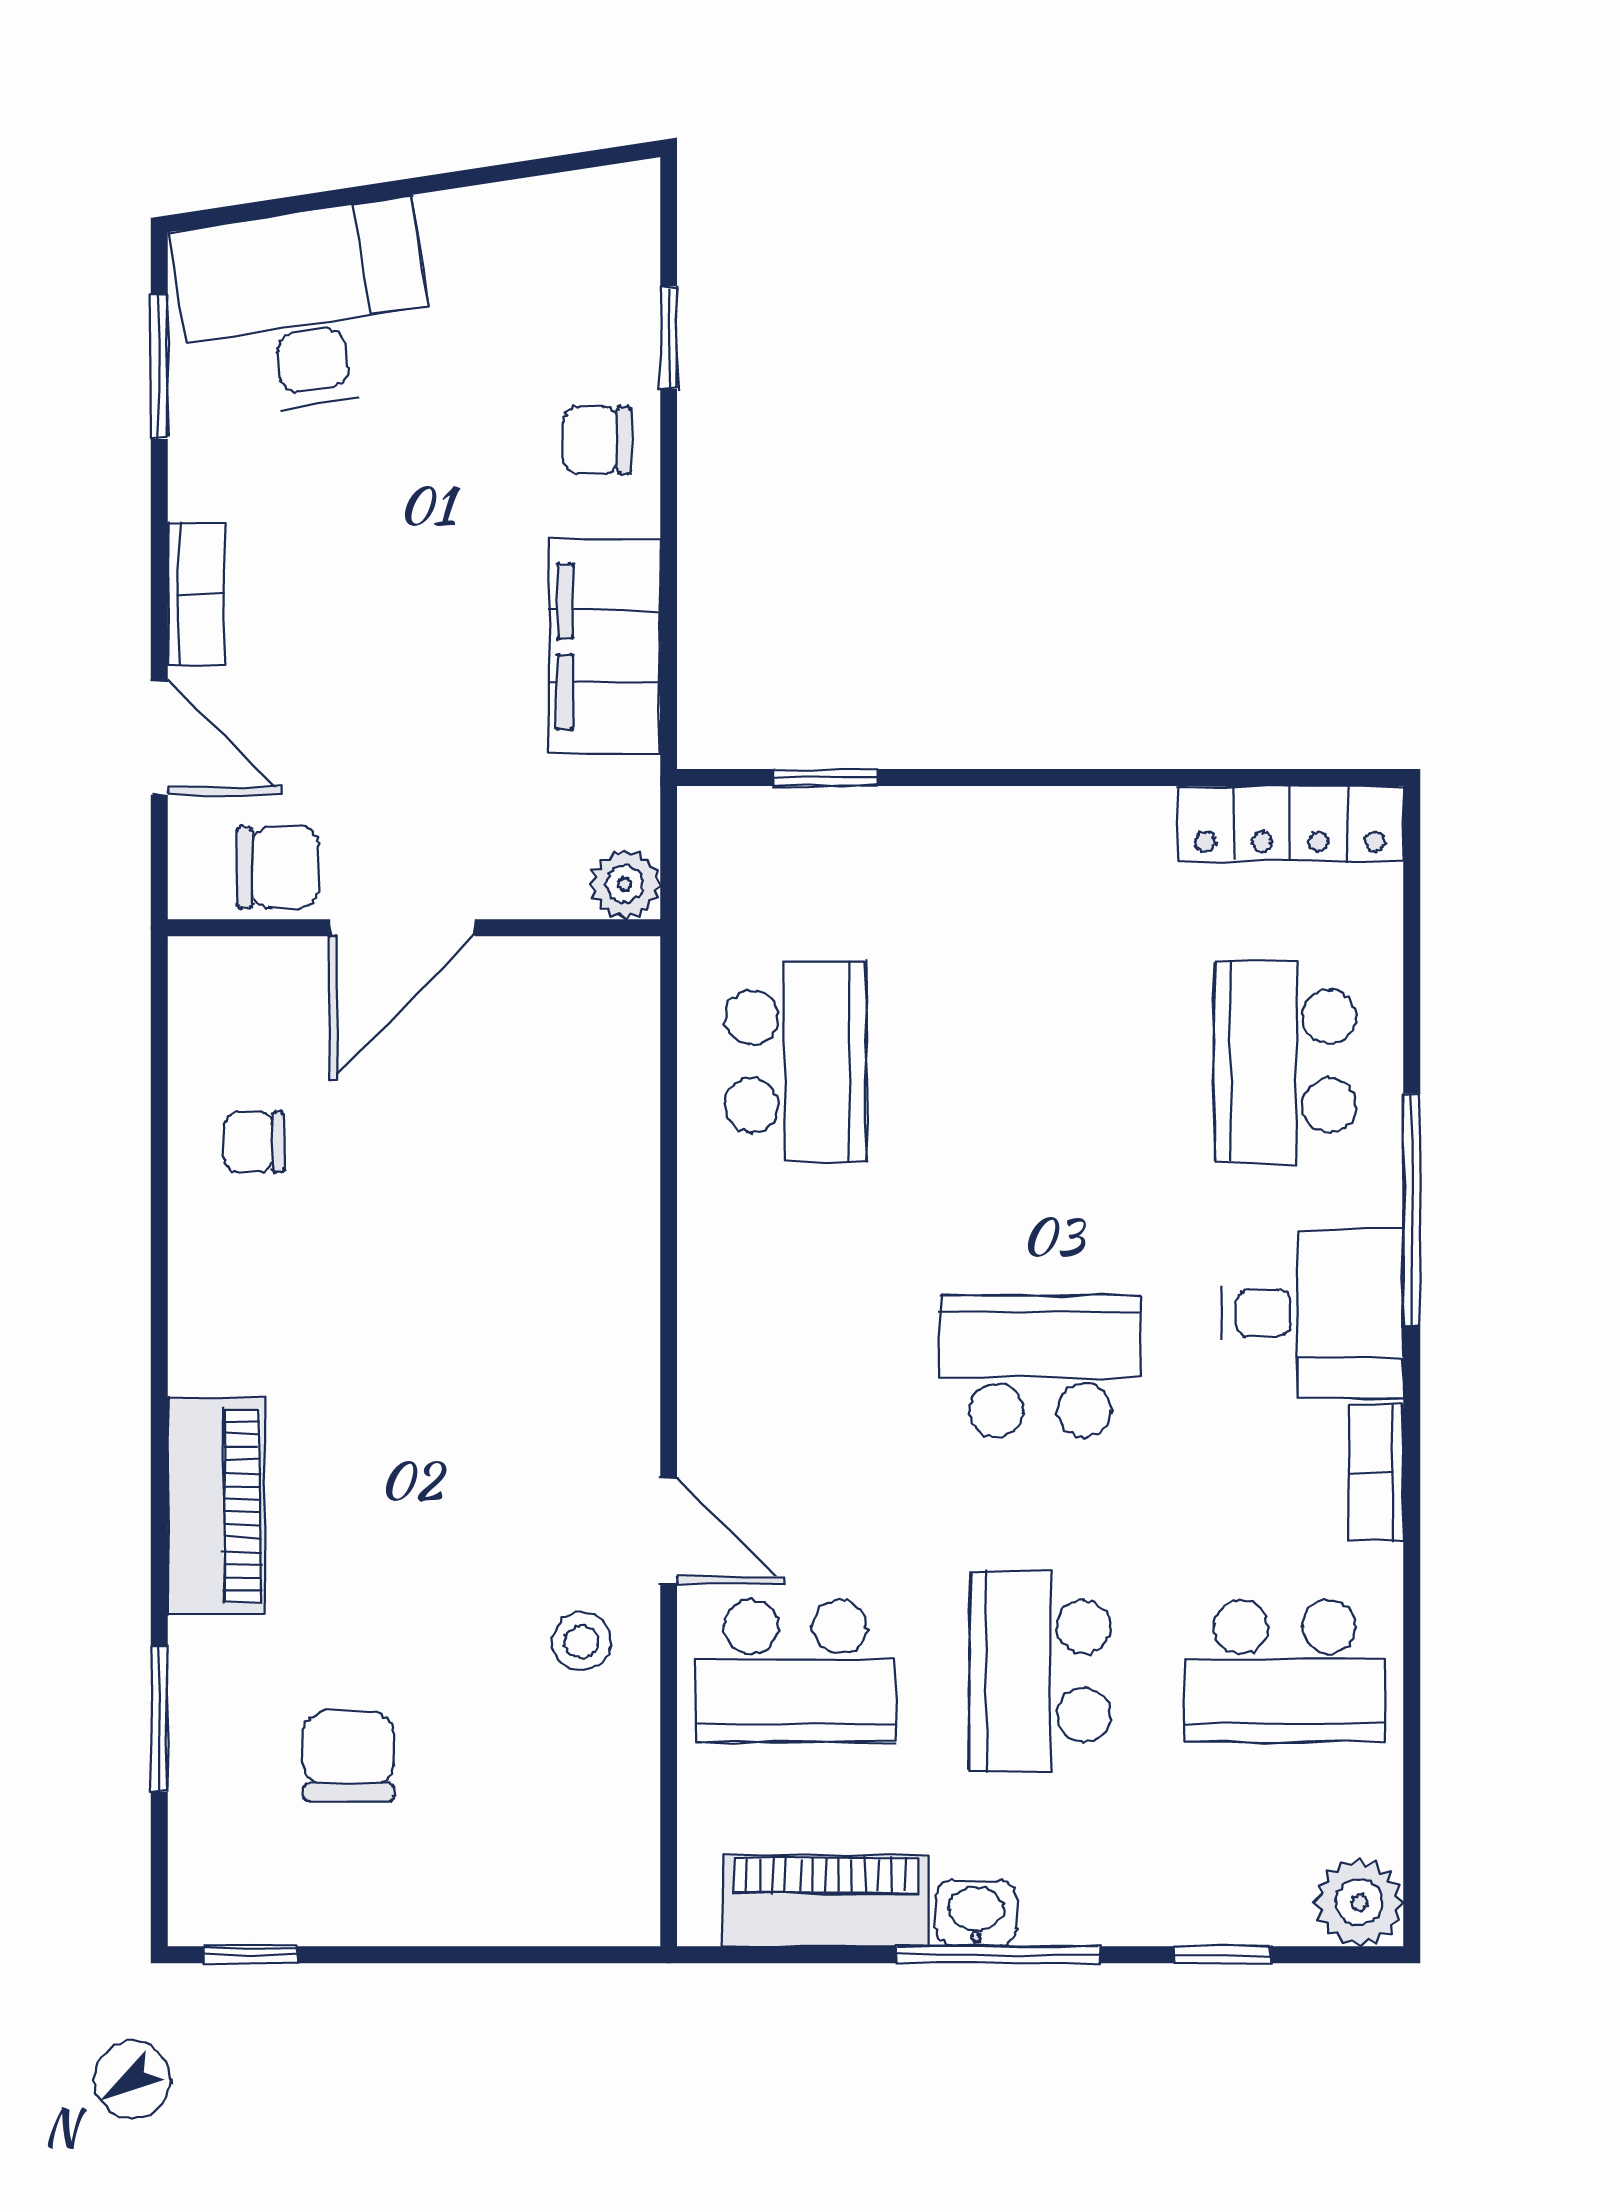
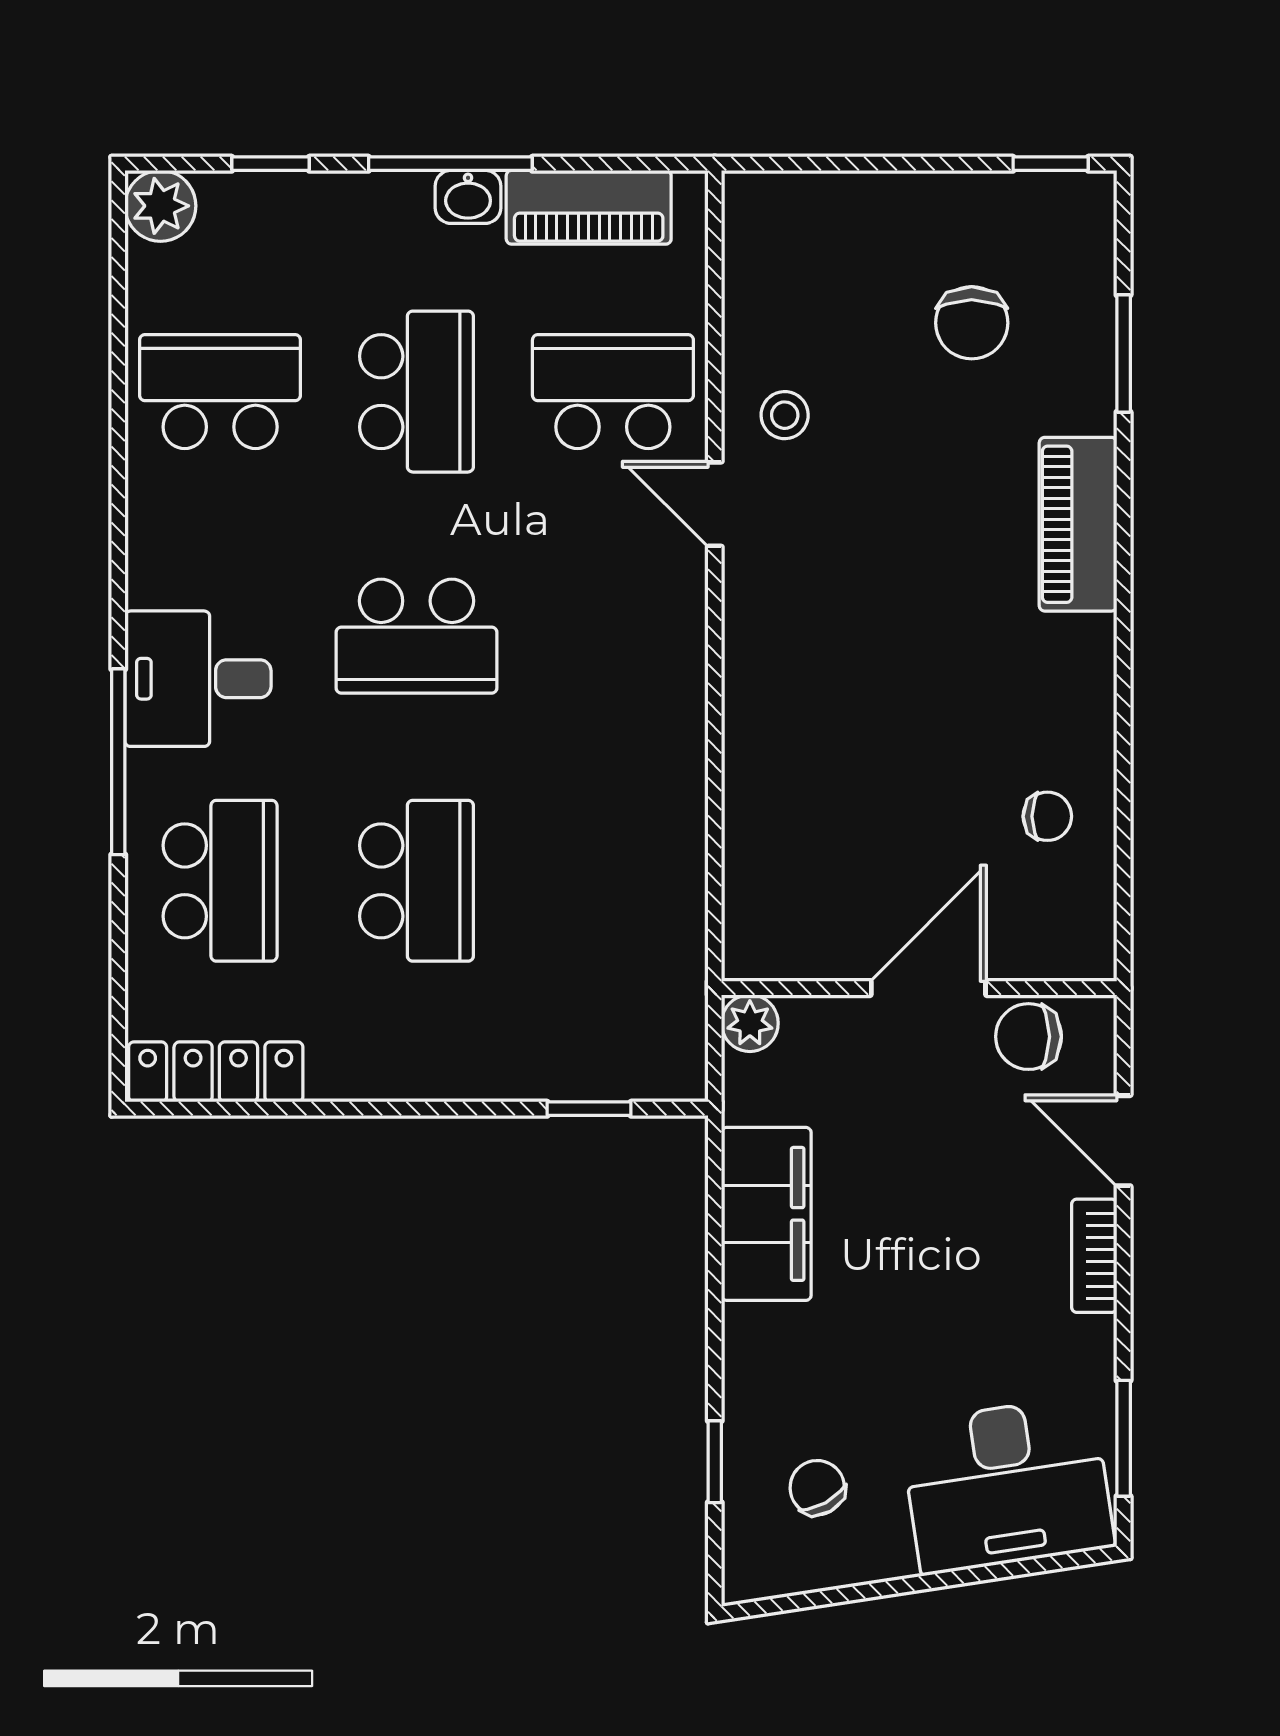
chair: (597, 440) -> (817, 1488), moved, turned -119
school desk: (795, 1061) -> (416, 881), moved, turned 180
bookcase: (1376, 1473) -> (147, 551), removed

